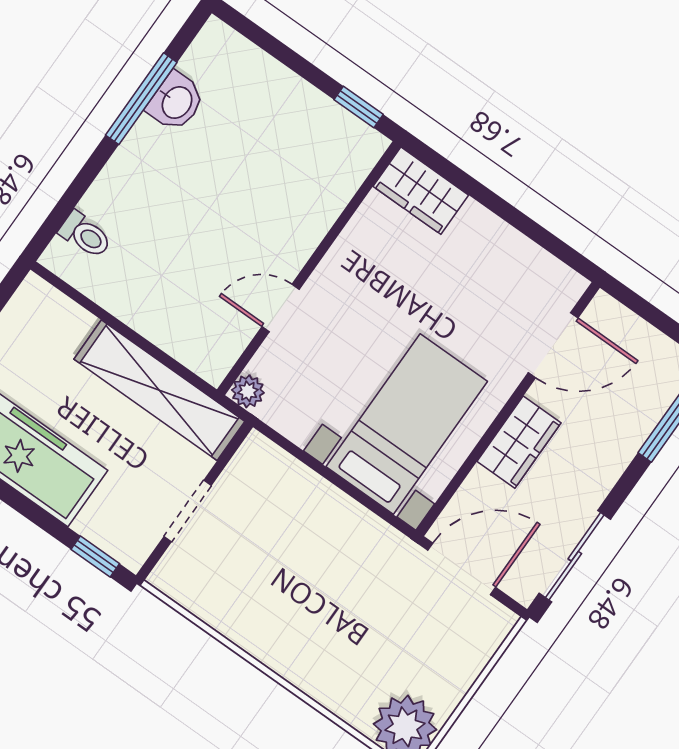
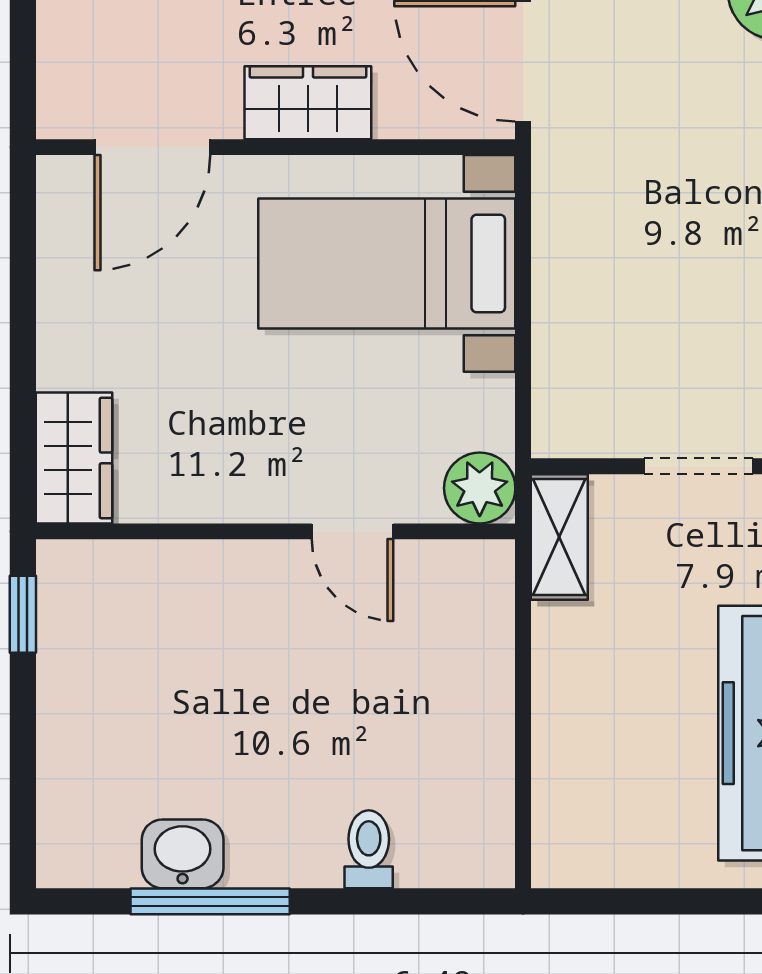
toilet: (85, 235) -> (369, 849), moved
door: (553, 345) -> (152, 147), swing flipped
shelving: (159, 390) -> (559, 537), width x0.45, depth x0.75
plant: (248, 391) -> (480, 488), width x1.38, depth x1.38

